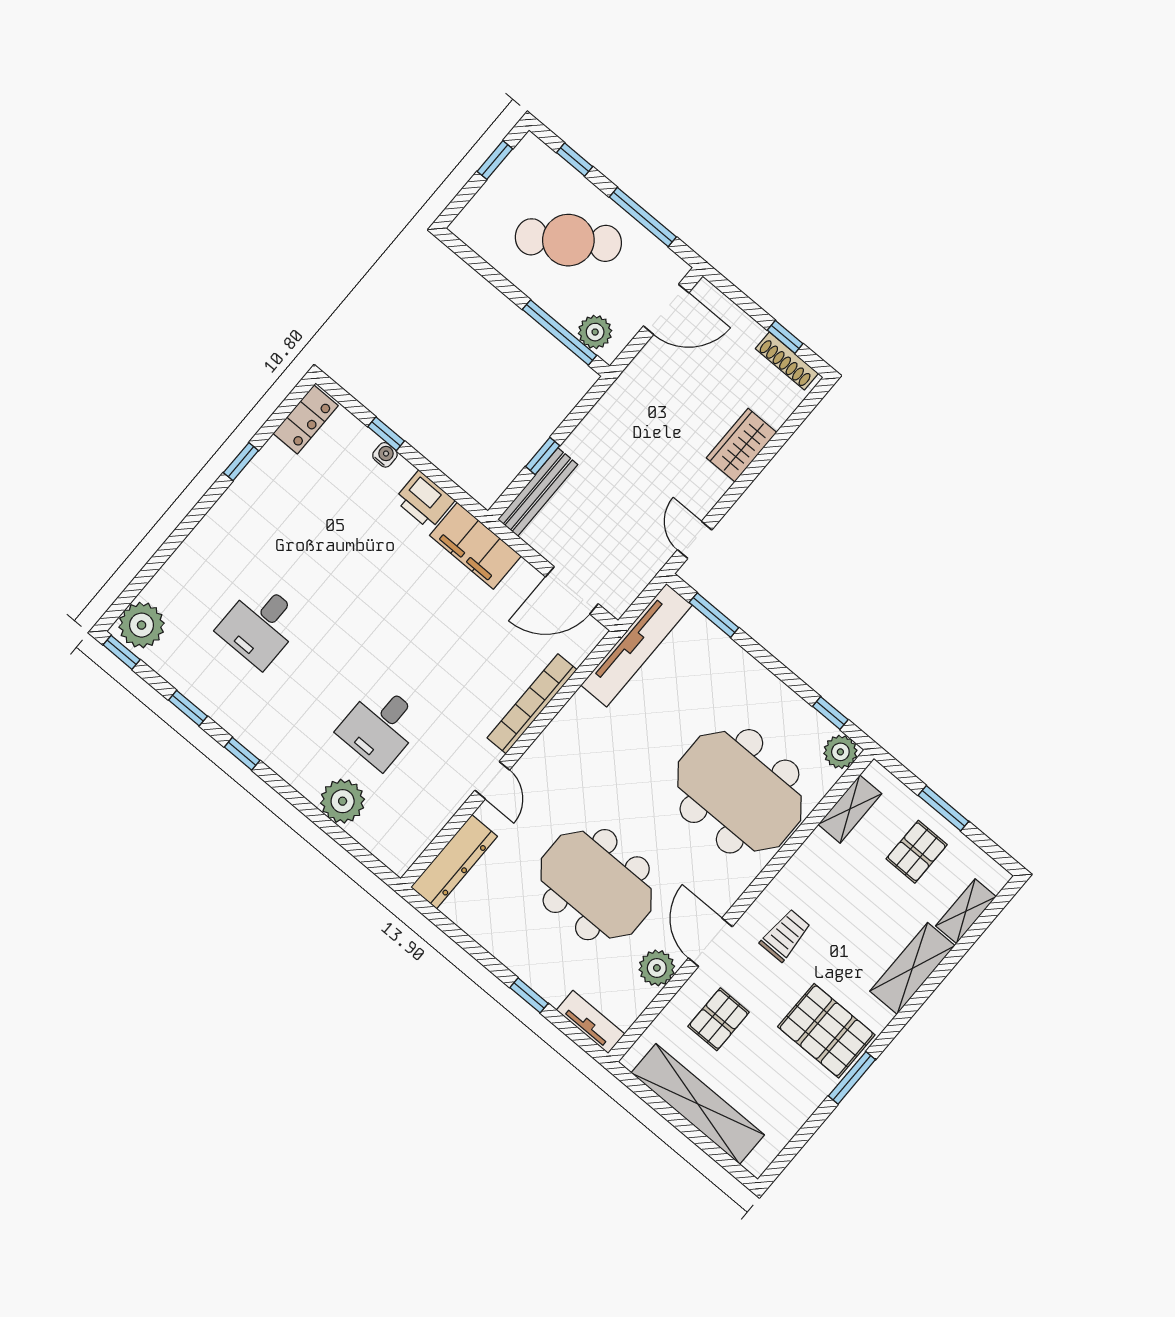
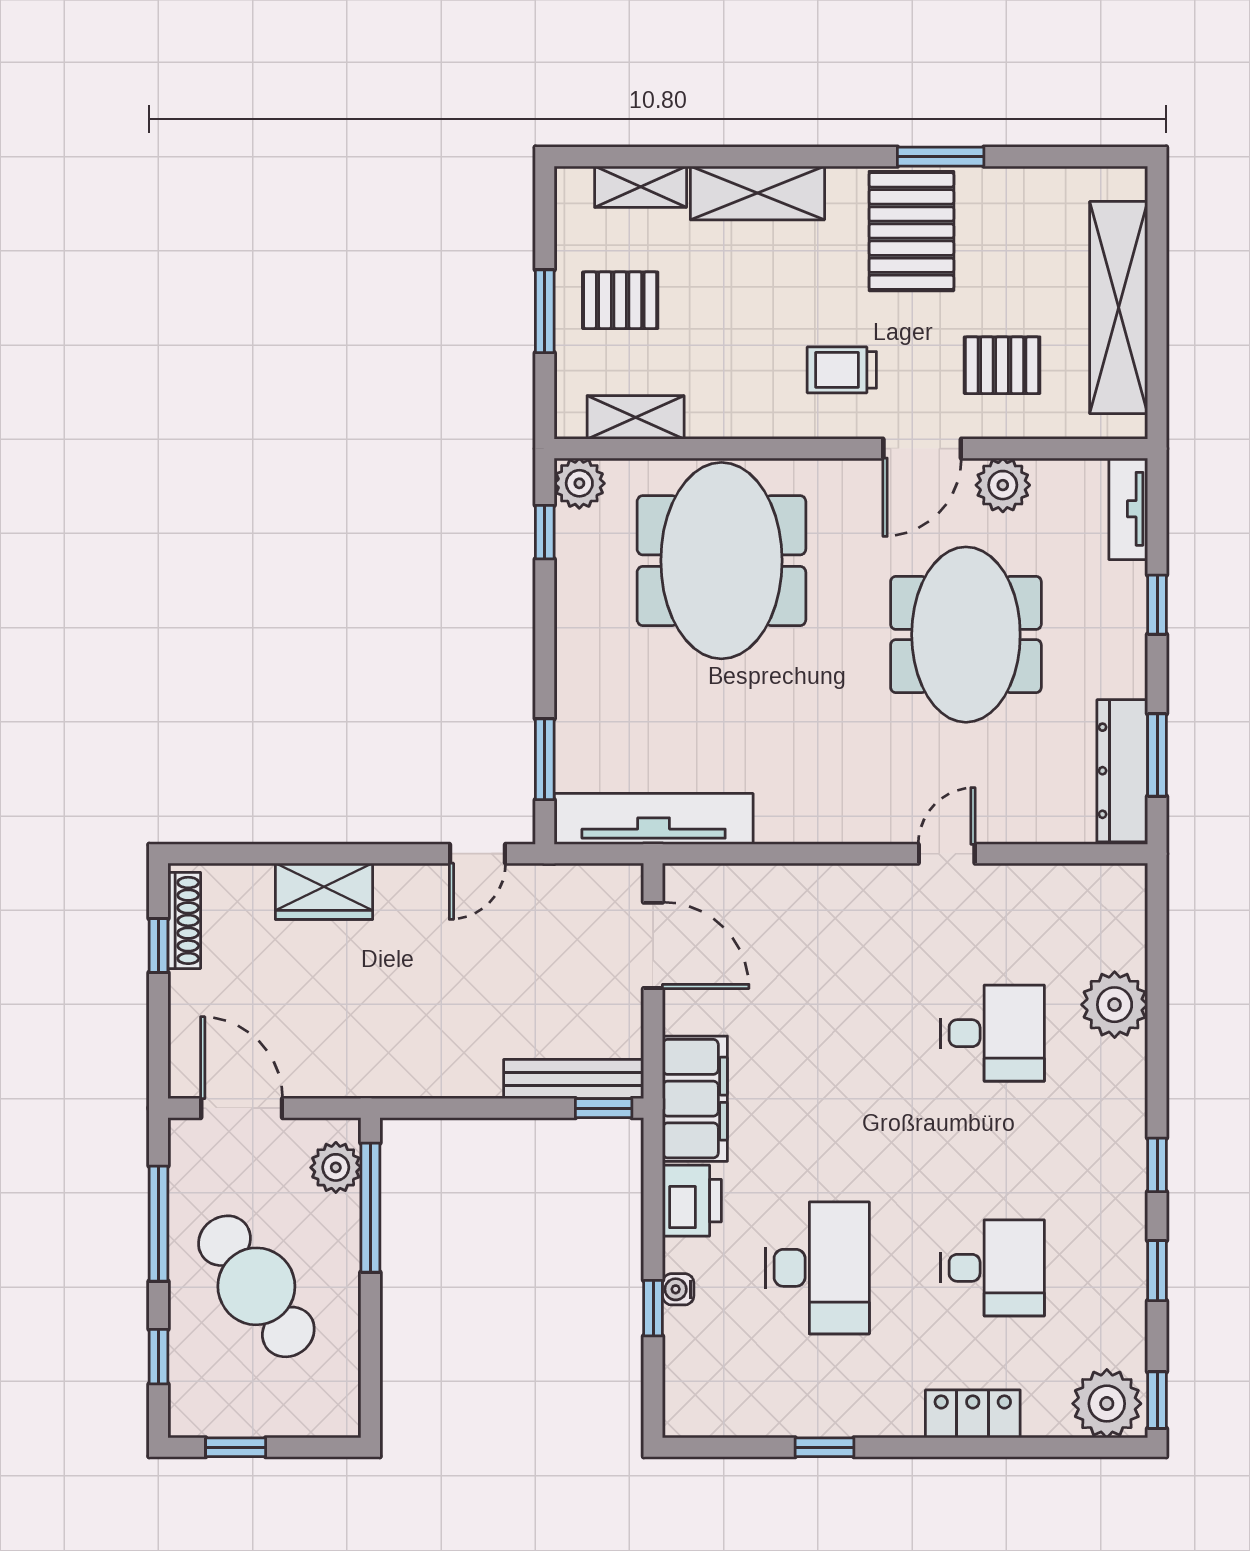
locker: (306, 419) -> (973, 1414), moved
window: (543, 456) -> (604, 1108), moved
desk: (336, 535) -> (818, 1268), added
bookcase: (532, 704) -> (821, 882), removed
dresser: (454, 862) -> (1122, 771), moved, turned -90
window: (452, 931) -> (1157, 755), added

